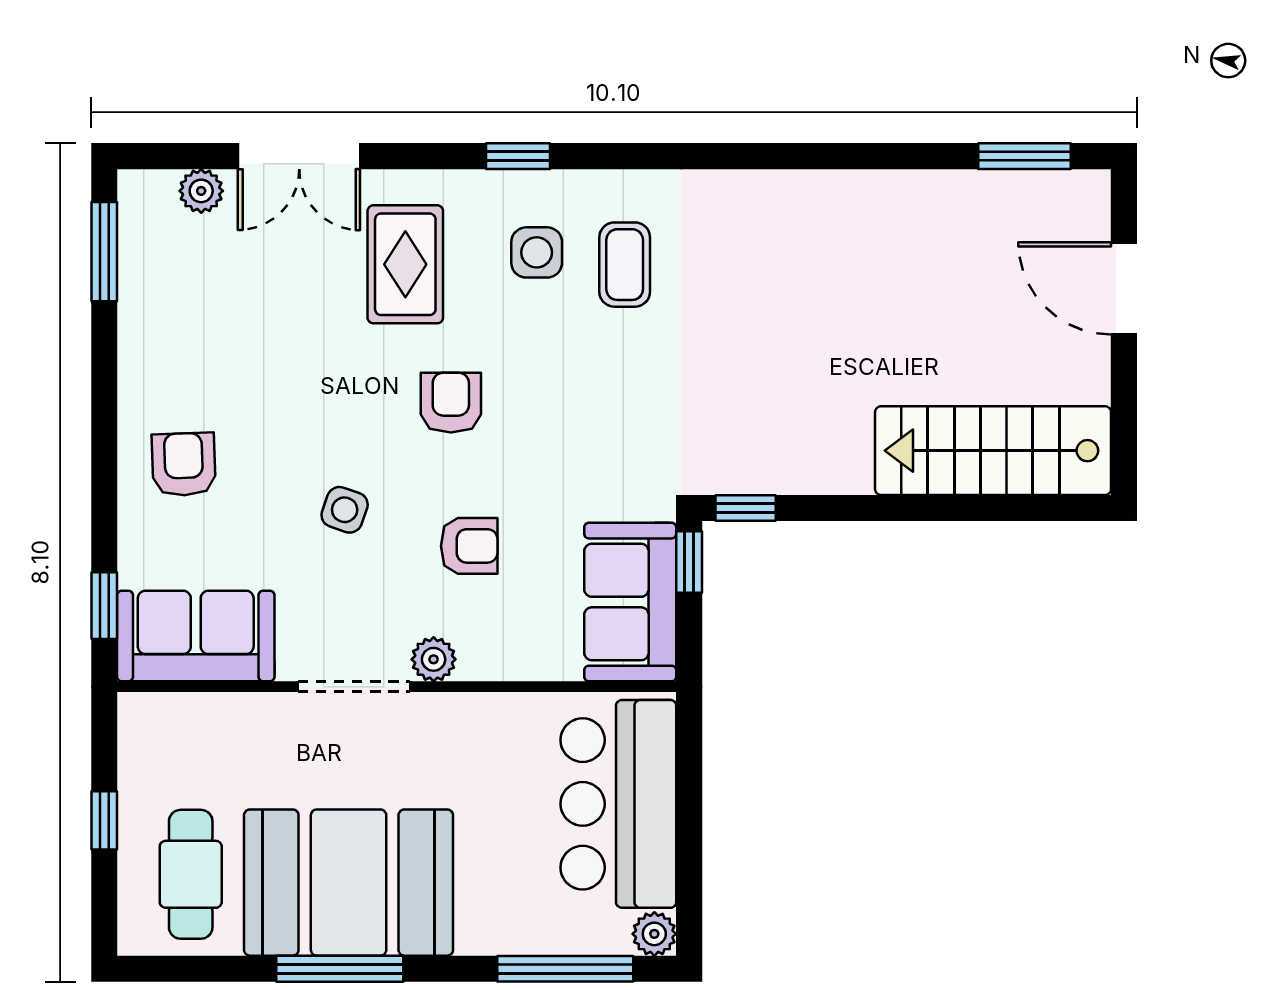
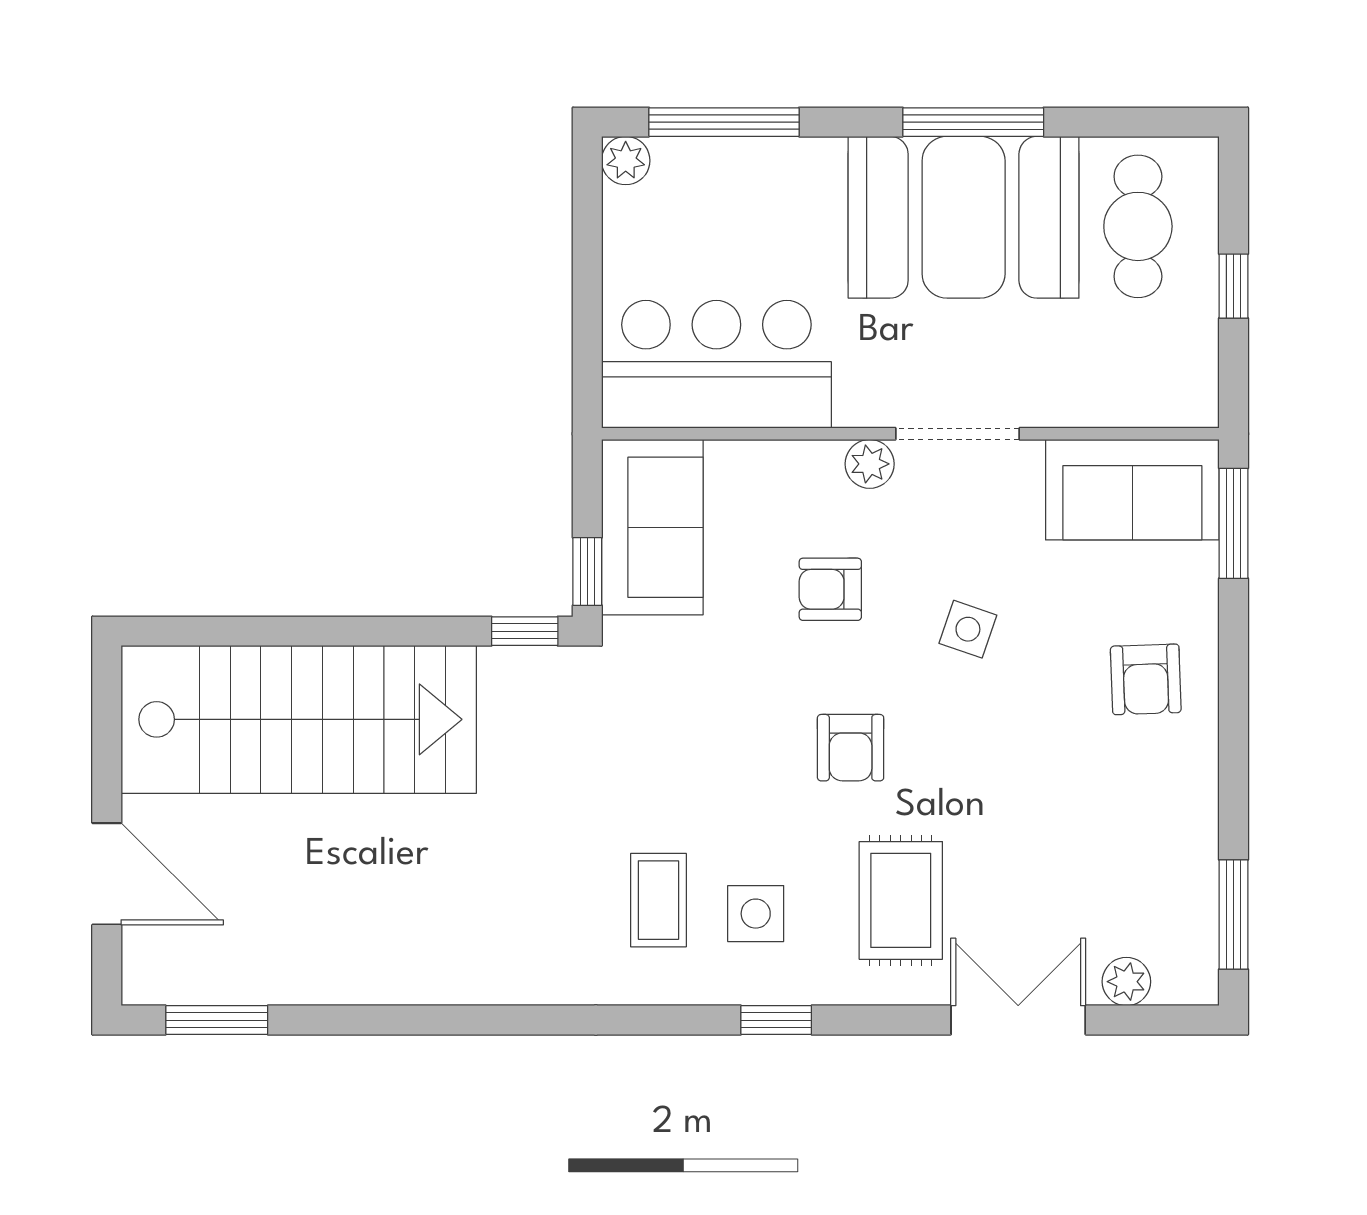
stairs: (993, 451) -> (299, 719), width x1.36, depth x1.51
window: (104, 606) -> (1234, 523), width x1.50
bar counter: (618, 804) -> (716, 364), moved, turned -90

